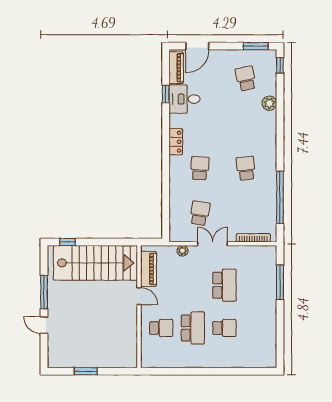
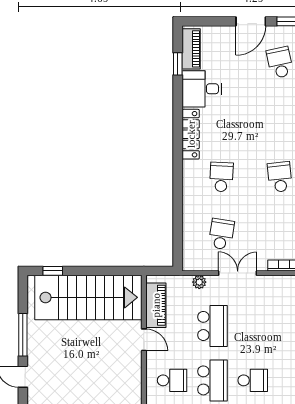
door: (197, 46) -> (251, 21), moved
window: (166, 94) -> (178, 64), moved
locker: (176, 142) -> (191, 134), width x1.53
school desk: (224, 285) -> (212, 326), moved

